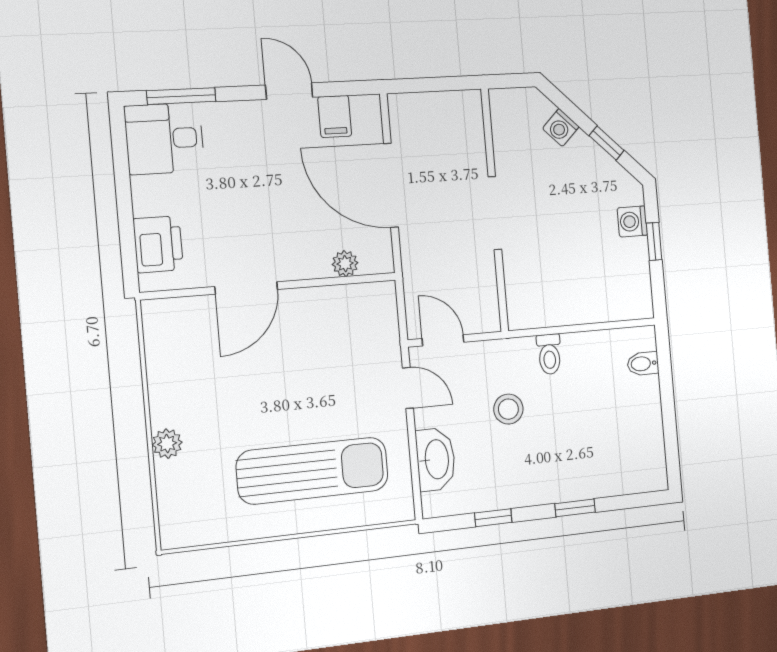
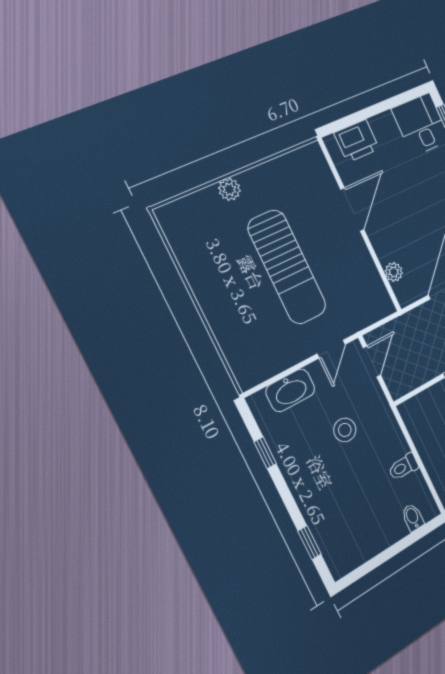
door: (246, 288) -> (352, 210), swing flipped
toilet: (549, 354) -> (403, 467), moved
sun lounger: (313, 471) -> (287, 267), moved
window: (575, 508) -> (309, 543), moved

